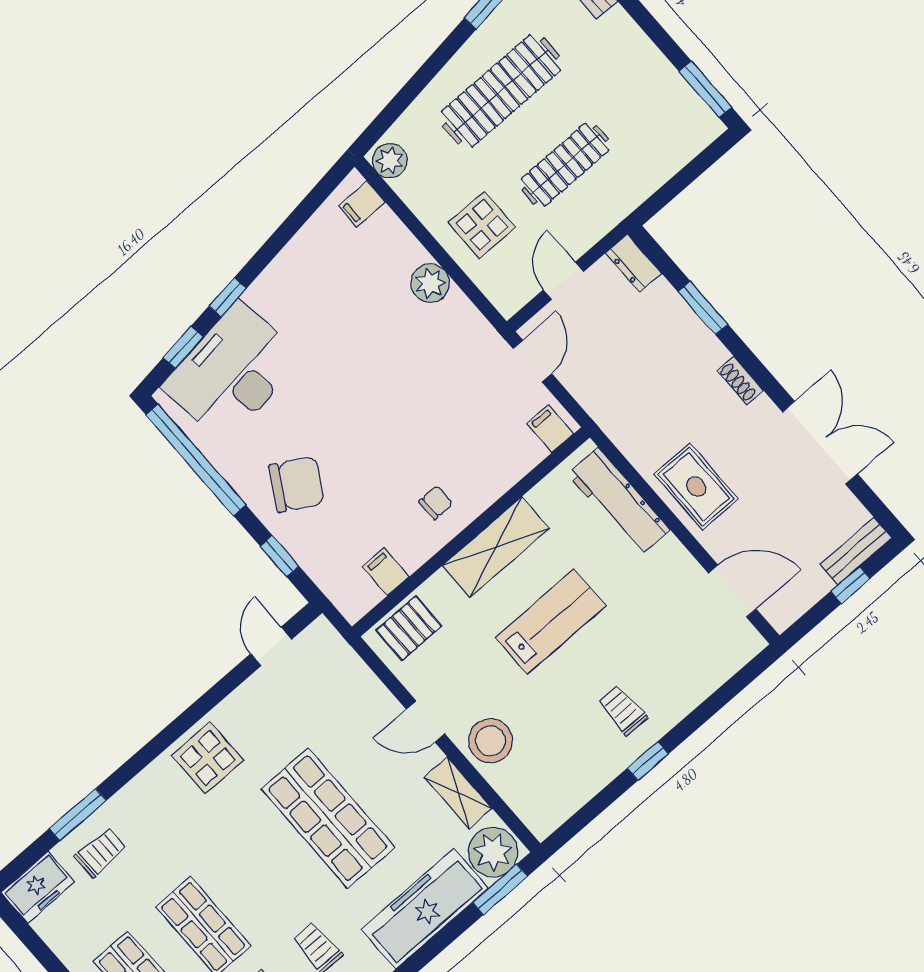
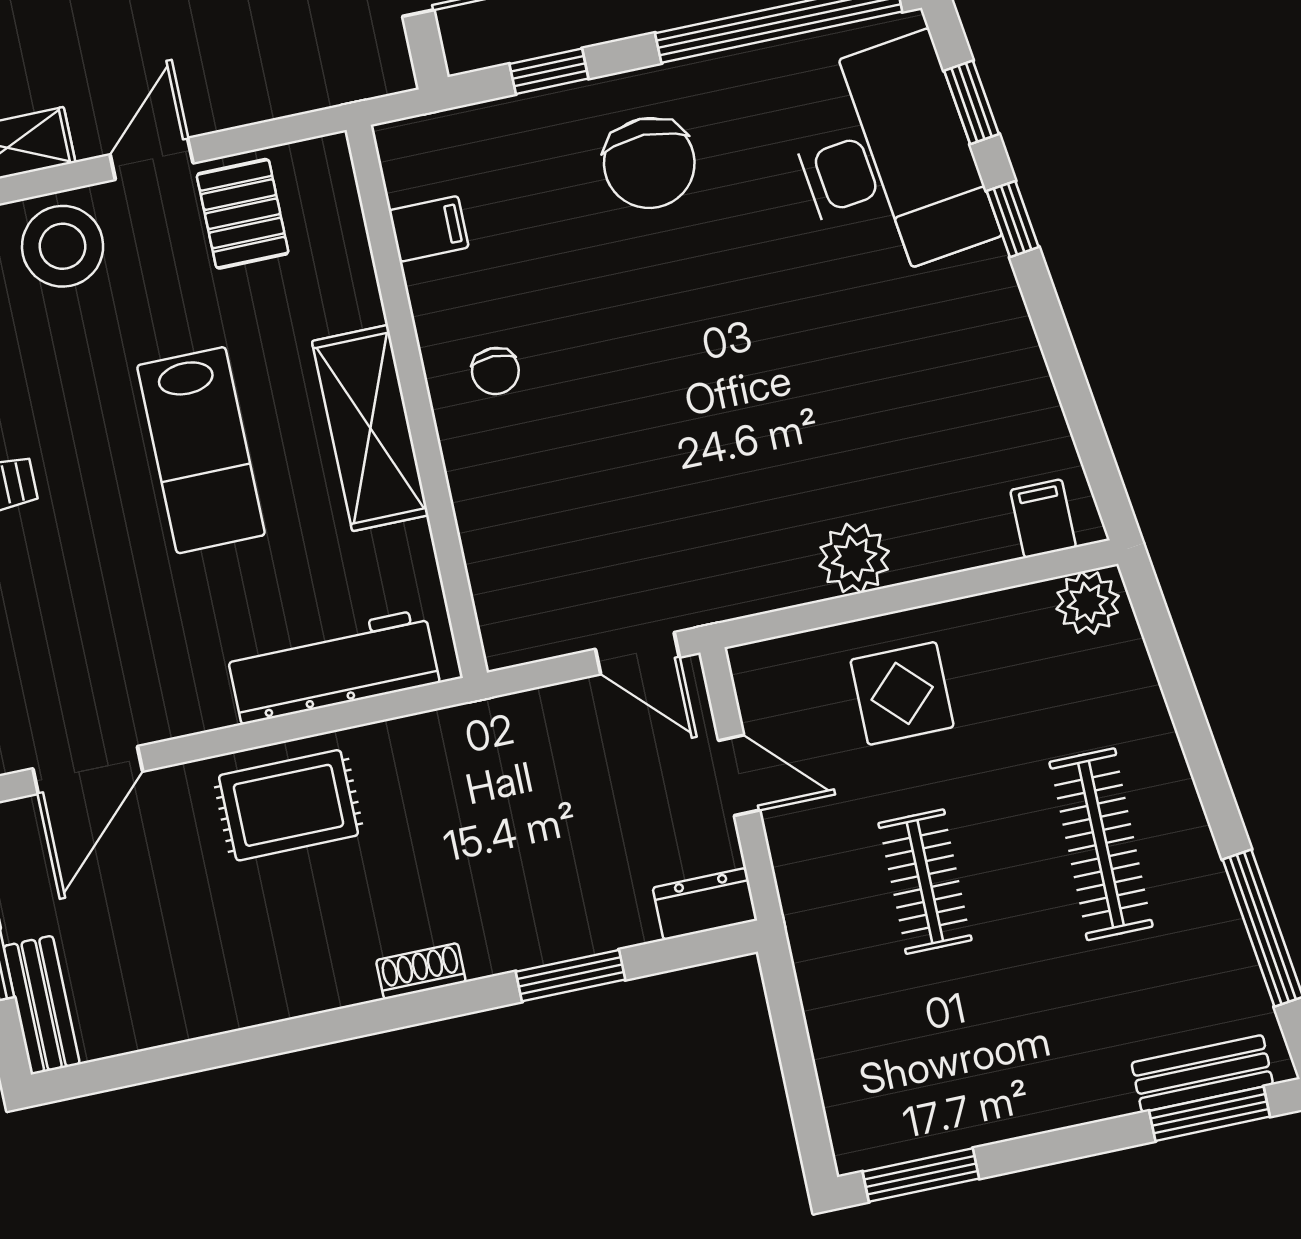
clothes rail: (501, 91) -> (1101, 844), width x0.73, depth x0.76
clothes rail: (565, 165) -> (925, 882), width x0.73
filing cabinet: (550, 429) -> (512, 622), removed
double door: (820, 443) -> (248, 1044), removed
chair: (297, 484) -> (649, 163), turned -30
pallet: (409, 628) -> (243, 214), moved

